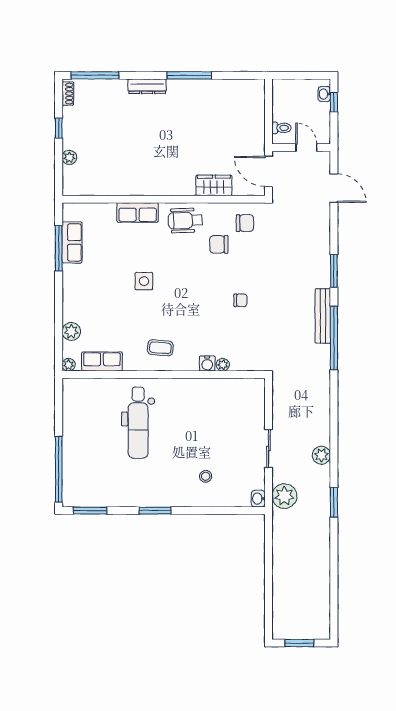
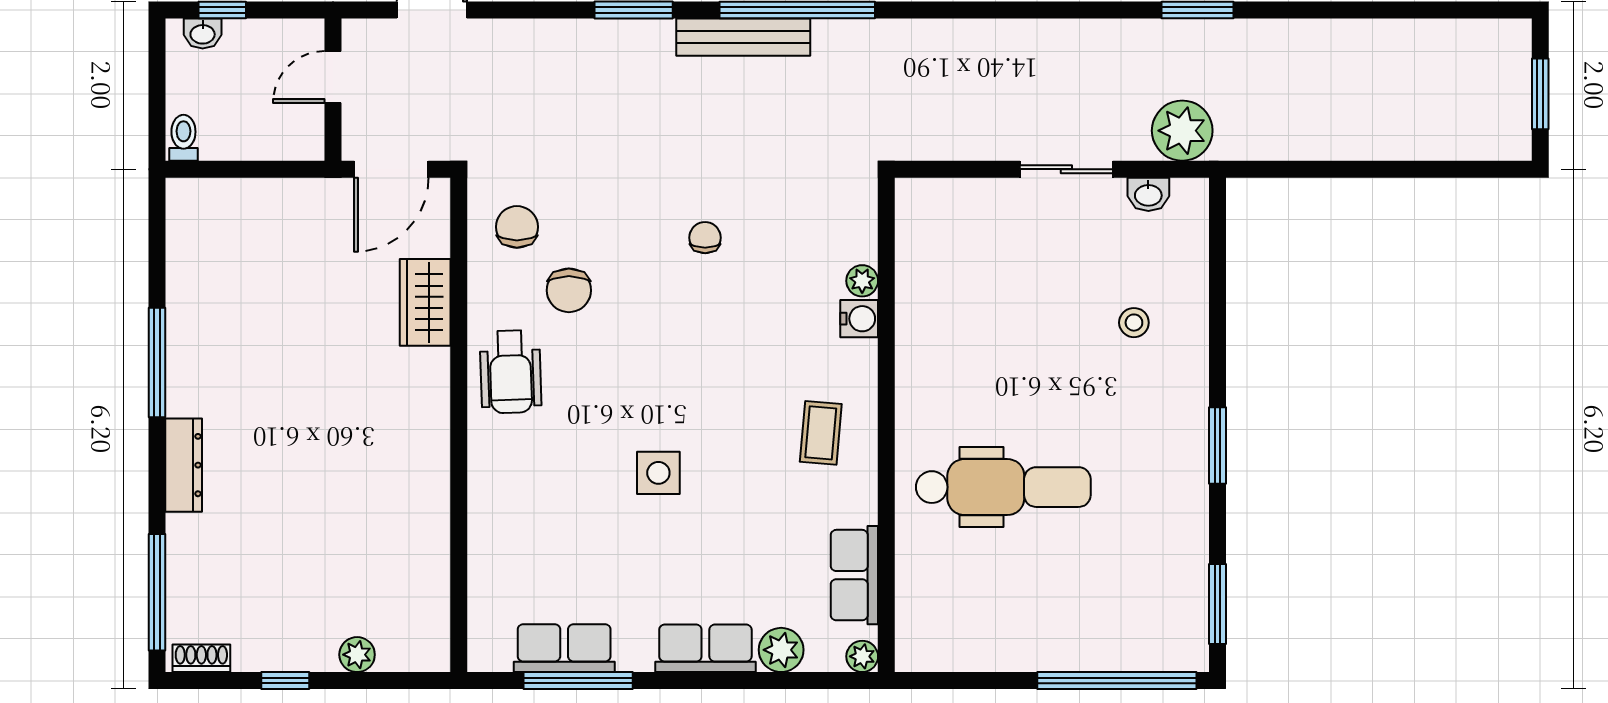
toilet: (281, 128) -> (183, 138), moved
row of seats: (138, 212) -> (705, 648), moved, turned -90
plant: (321, 455) -> (1083, 40), removed
washbasin: (258, 499) -> (1148, 194), moved

